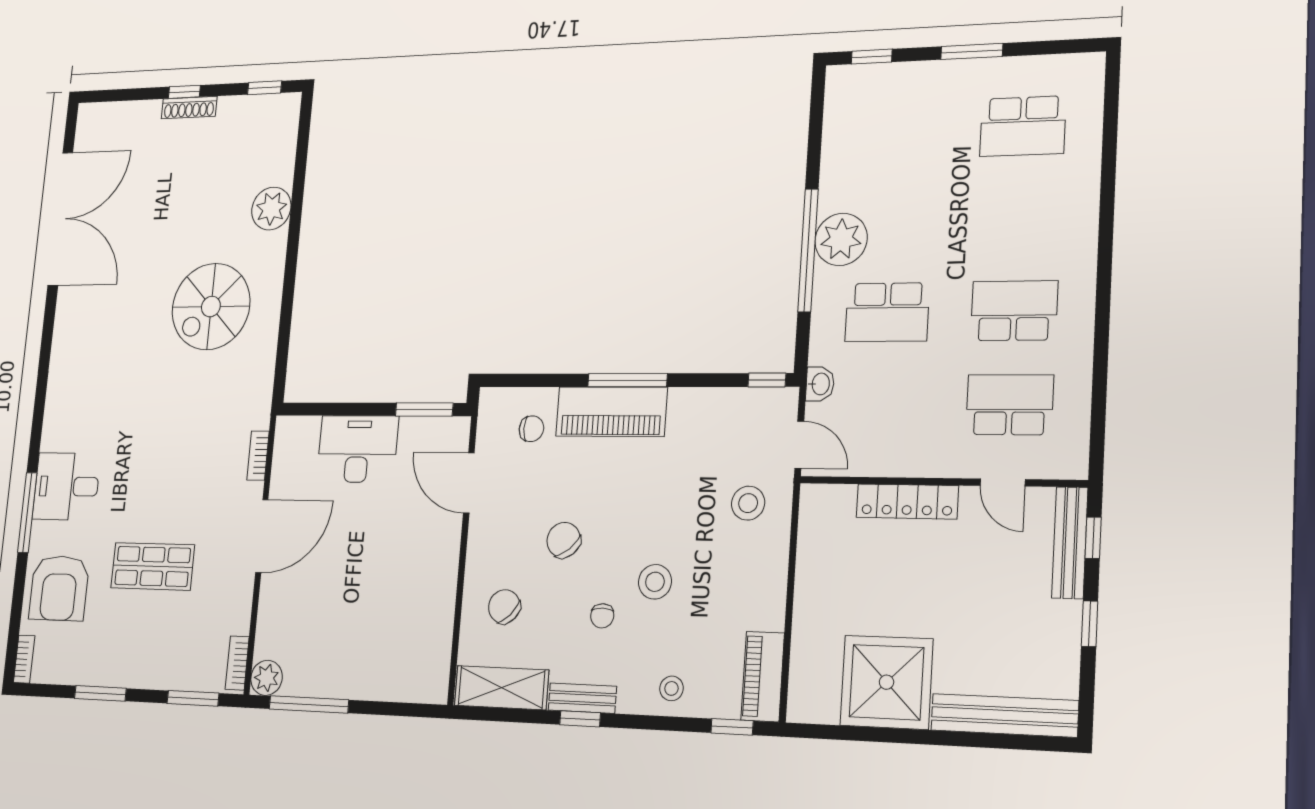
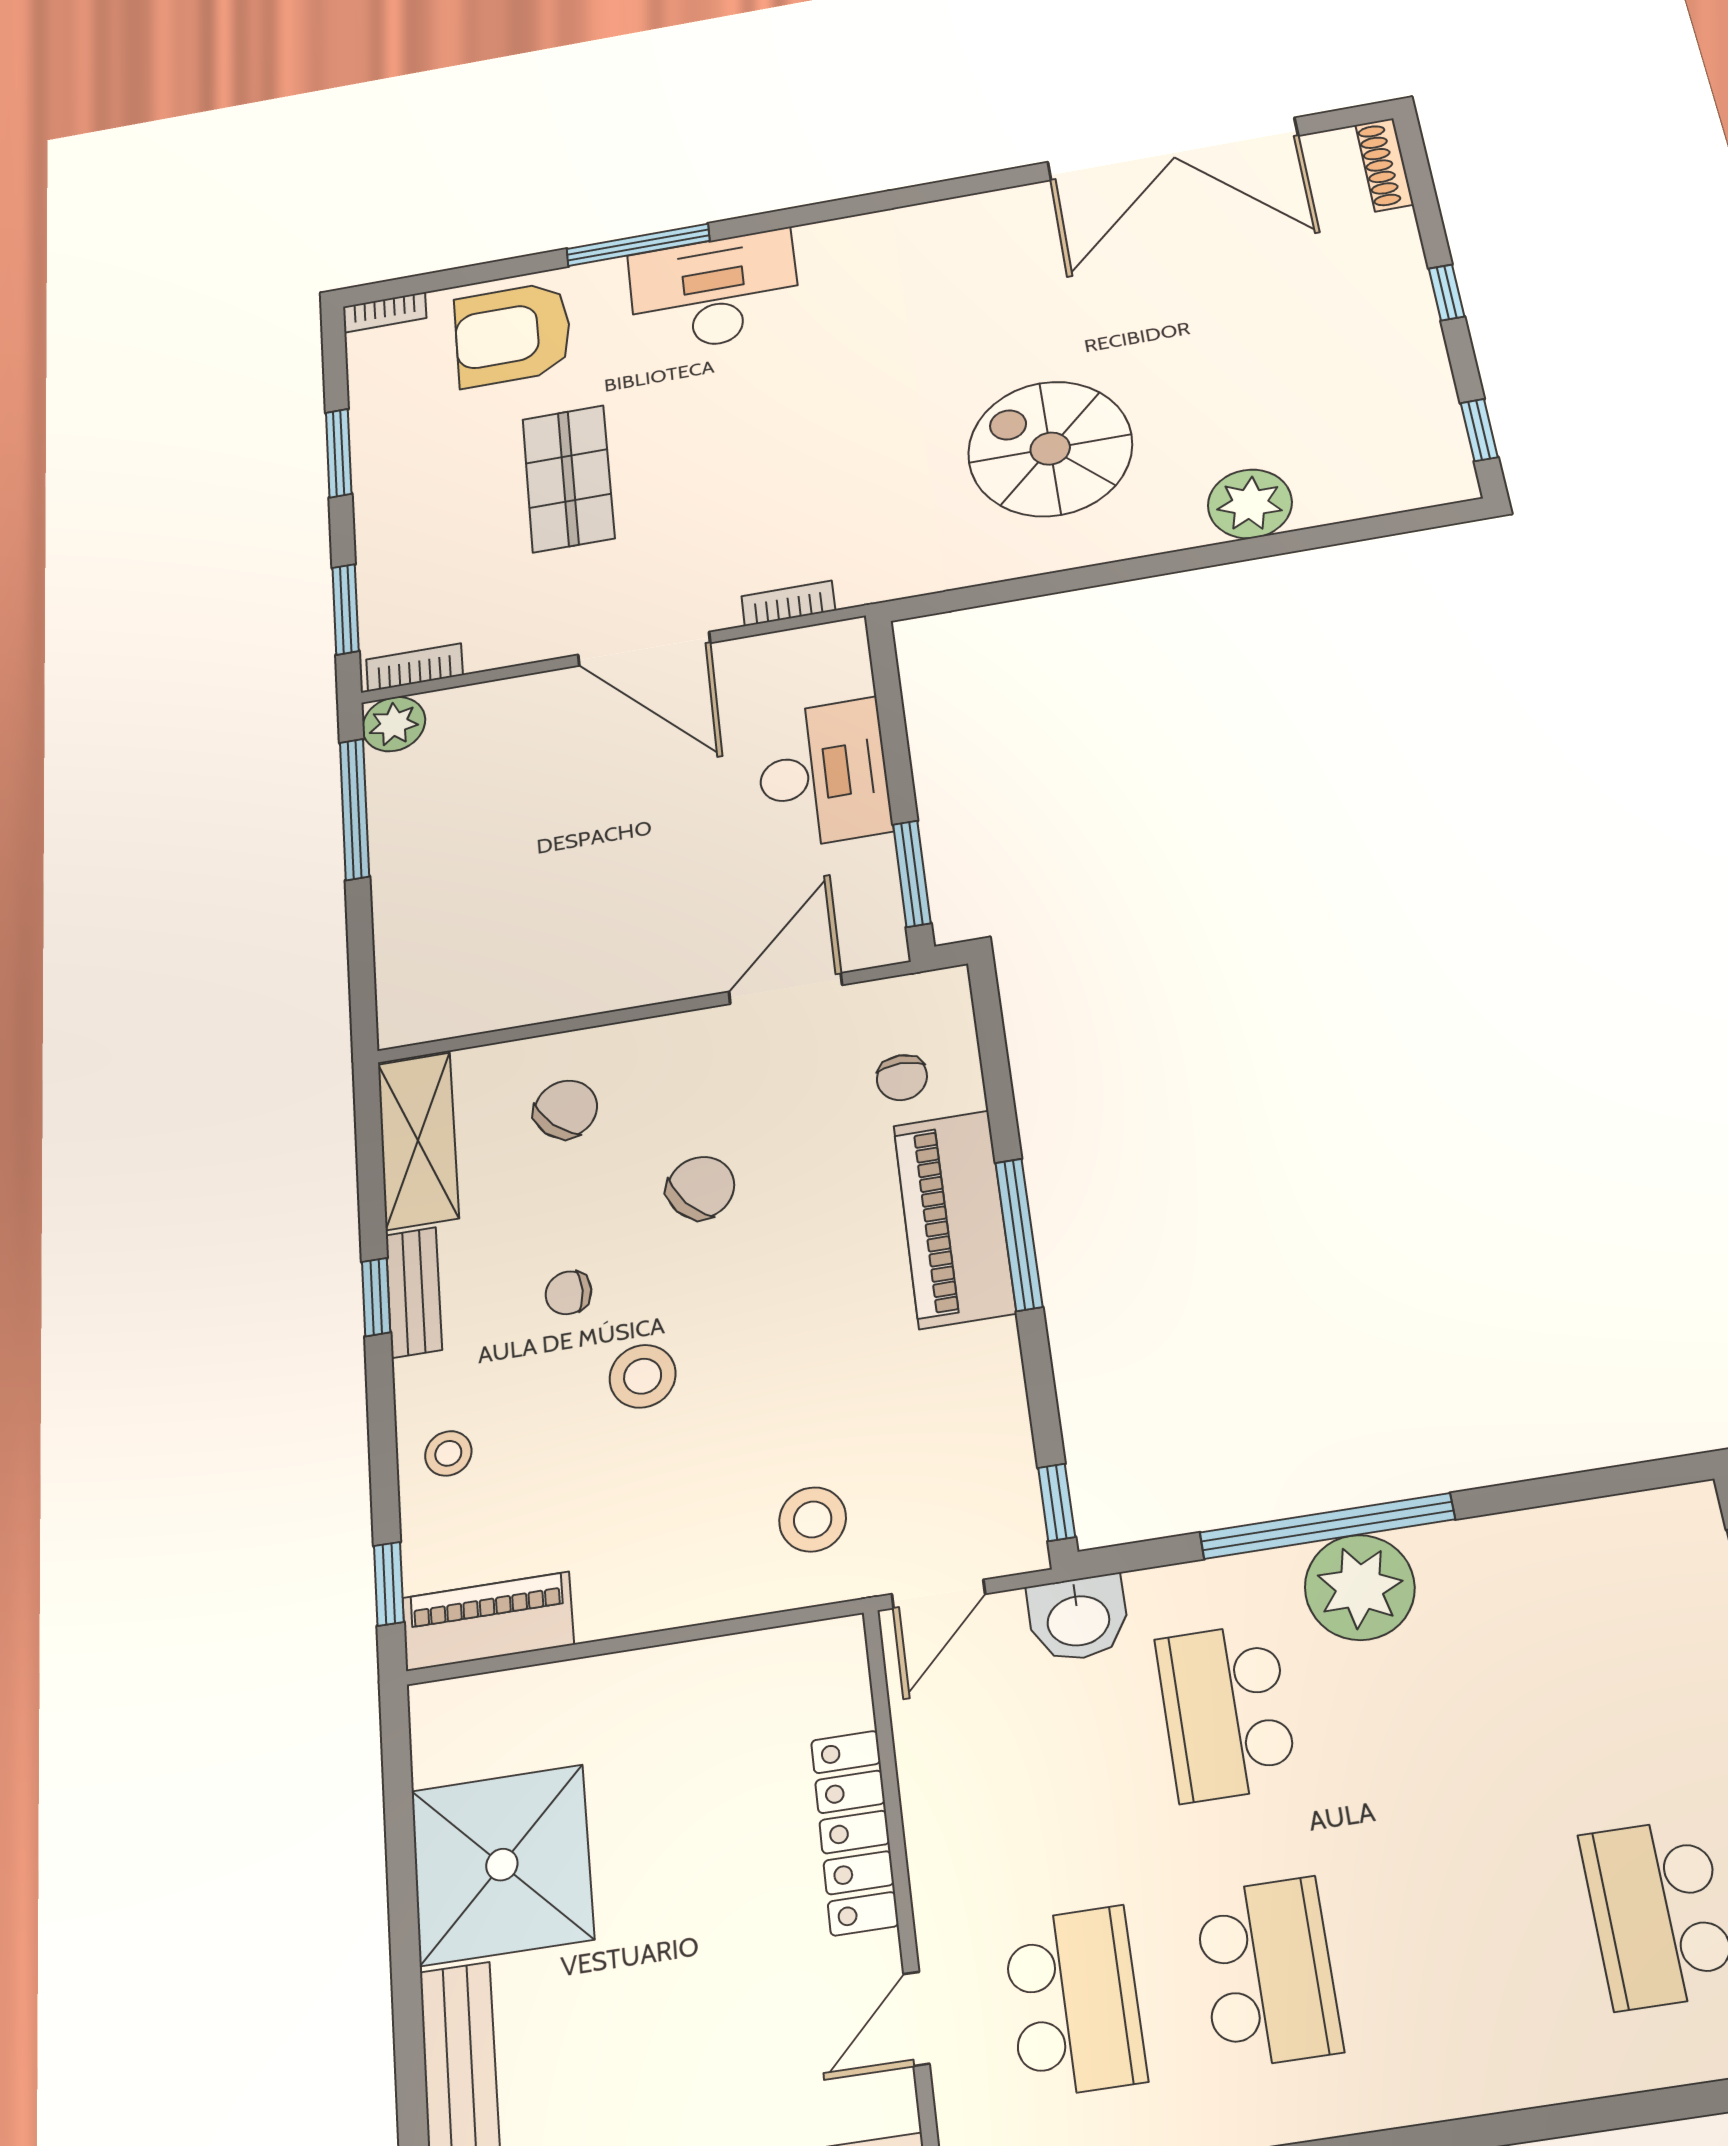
shoe rack: (189, 108) -> (1384, 165), moved
washbasin: (820, 384) -> (1078, 1618), width x1.38, depth x1.45
desk: (66, 486) -> (714, 292), width x1.37

